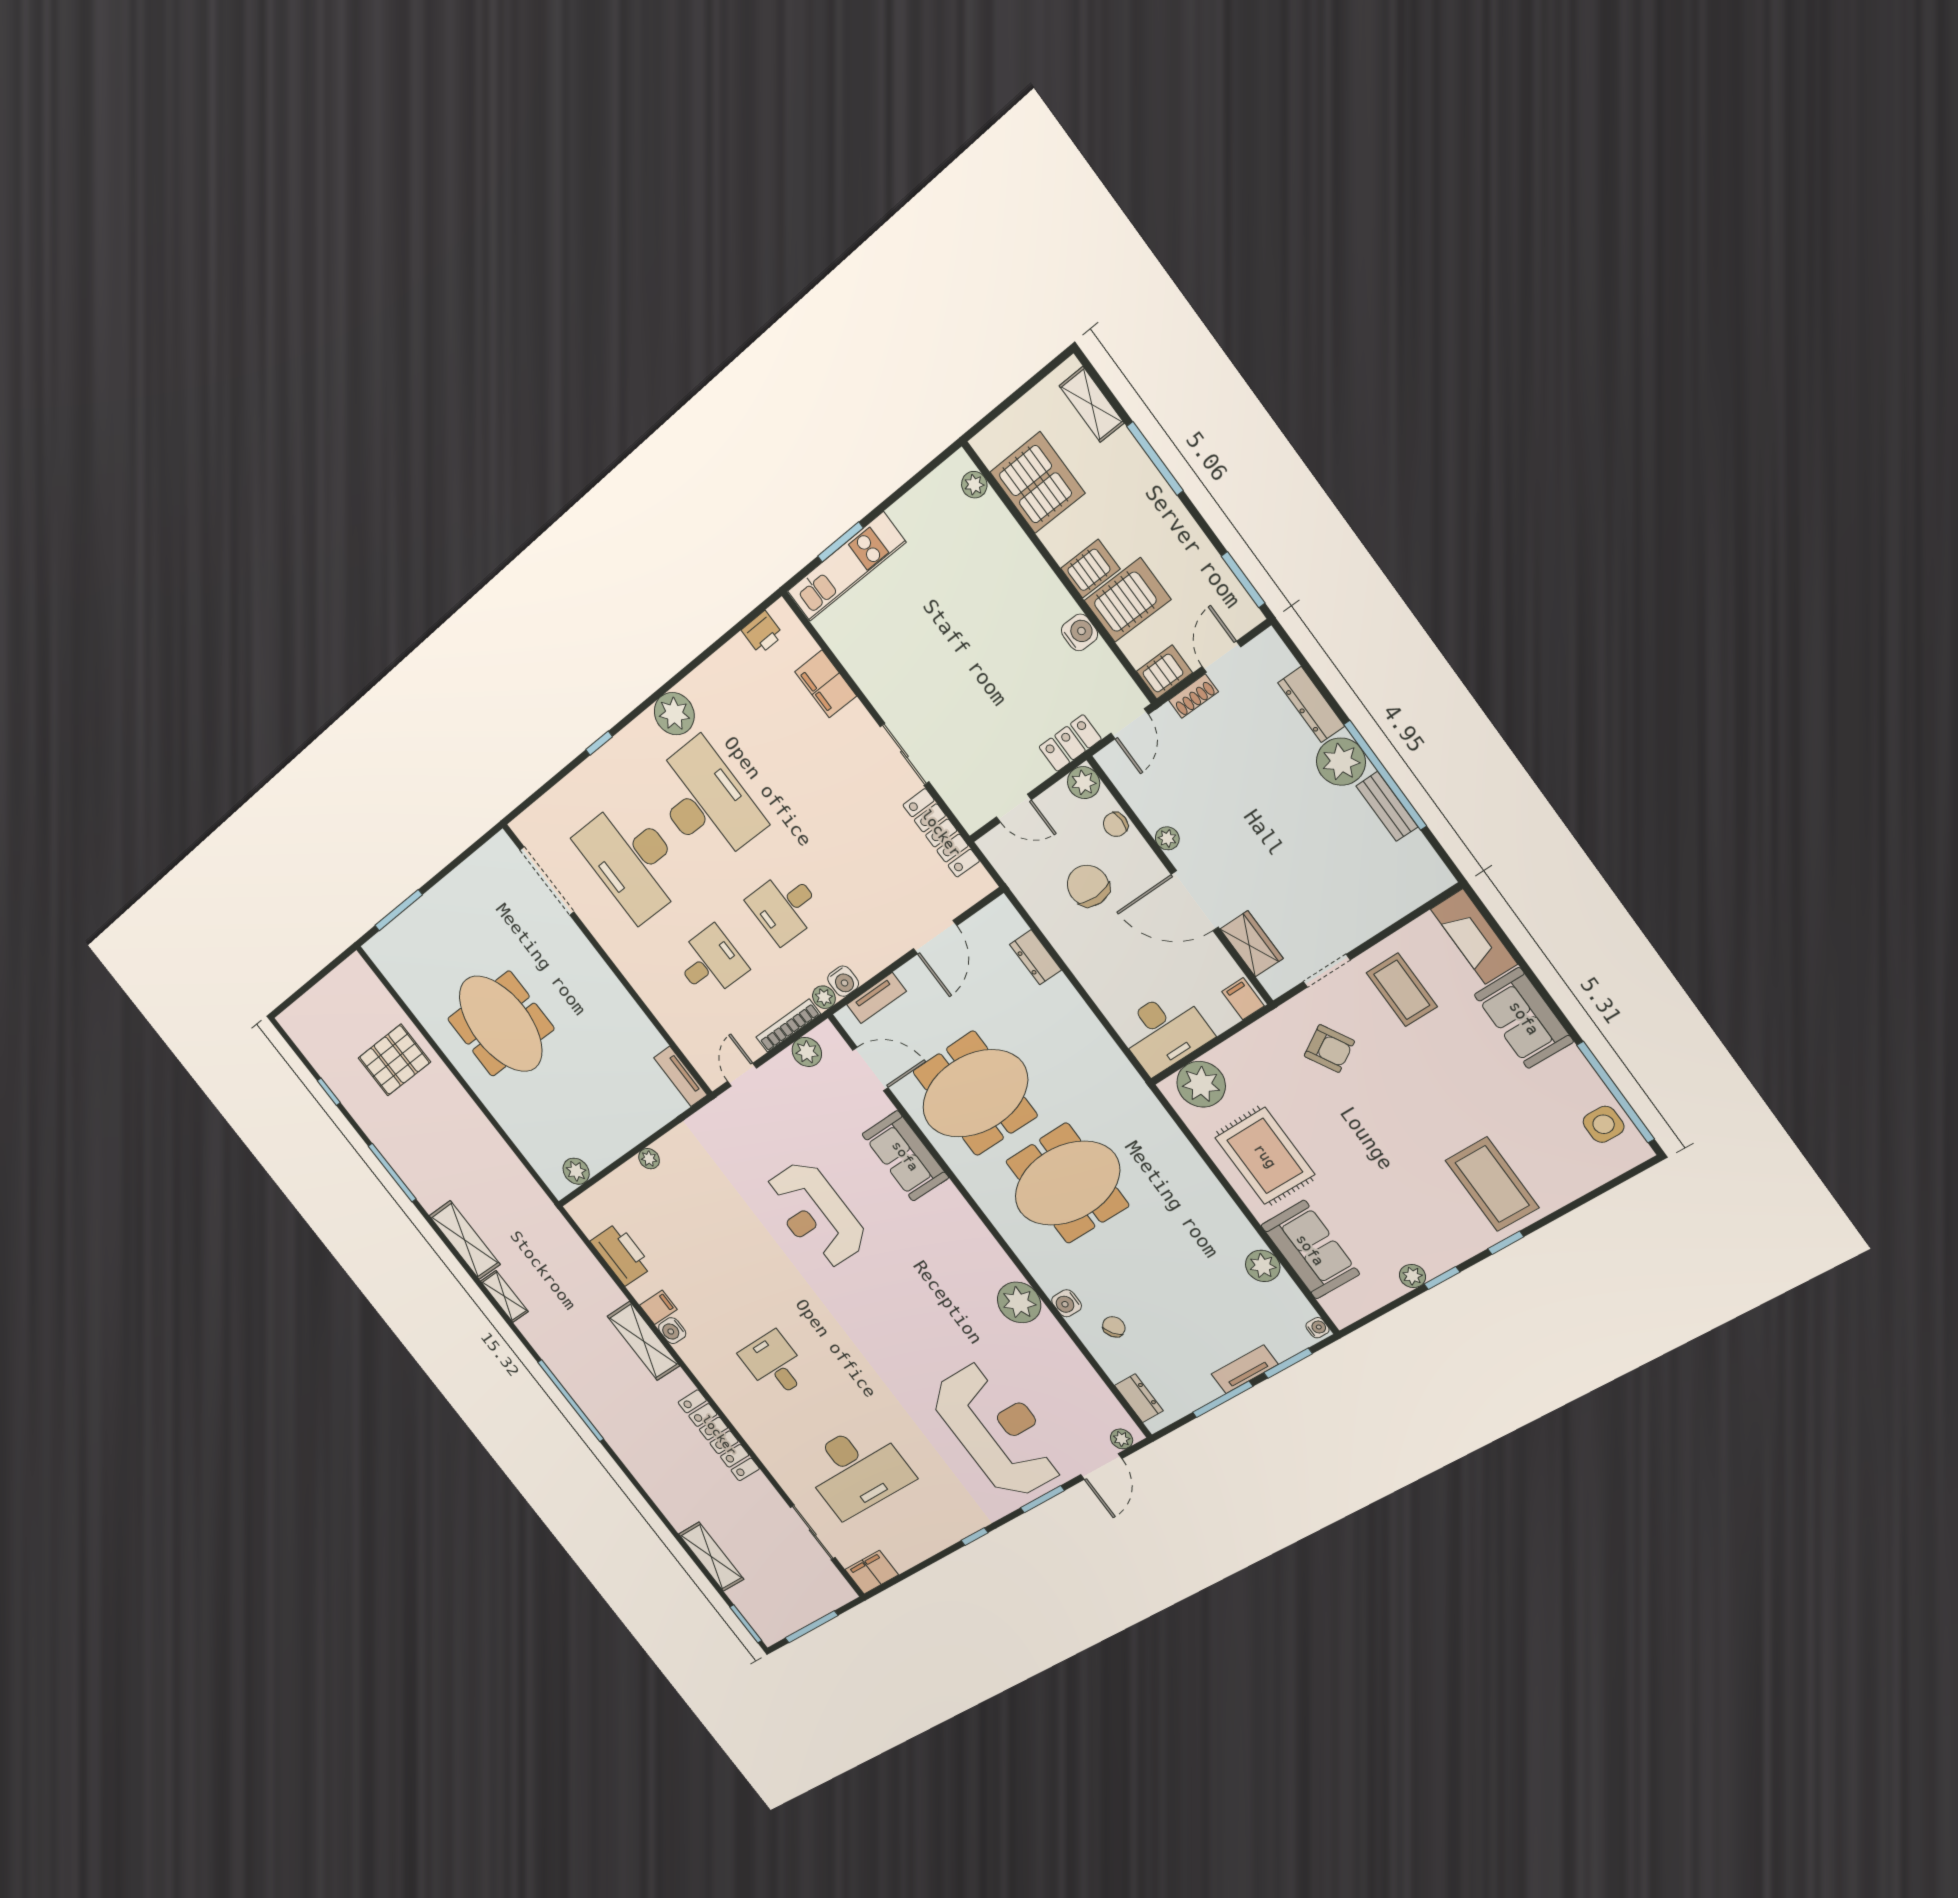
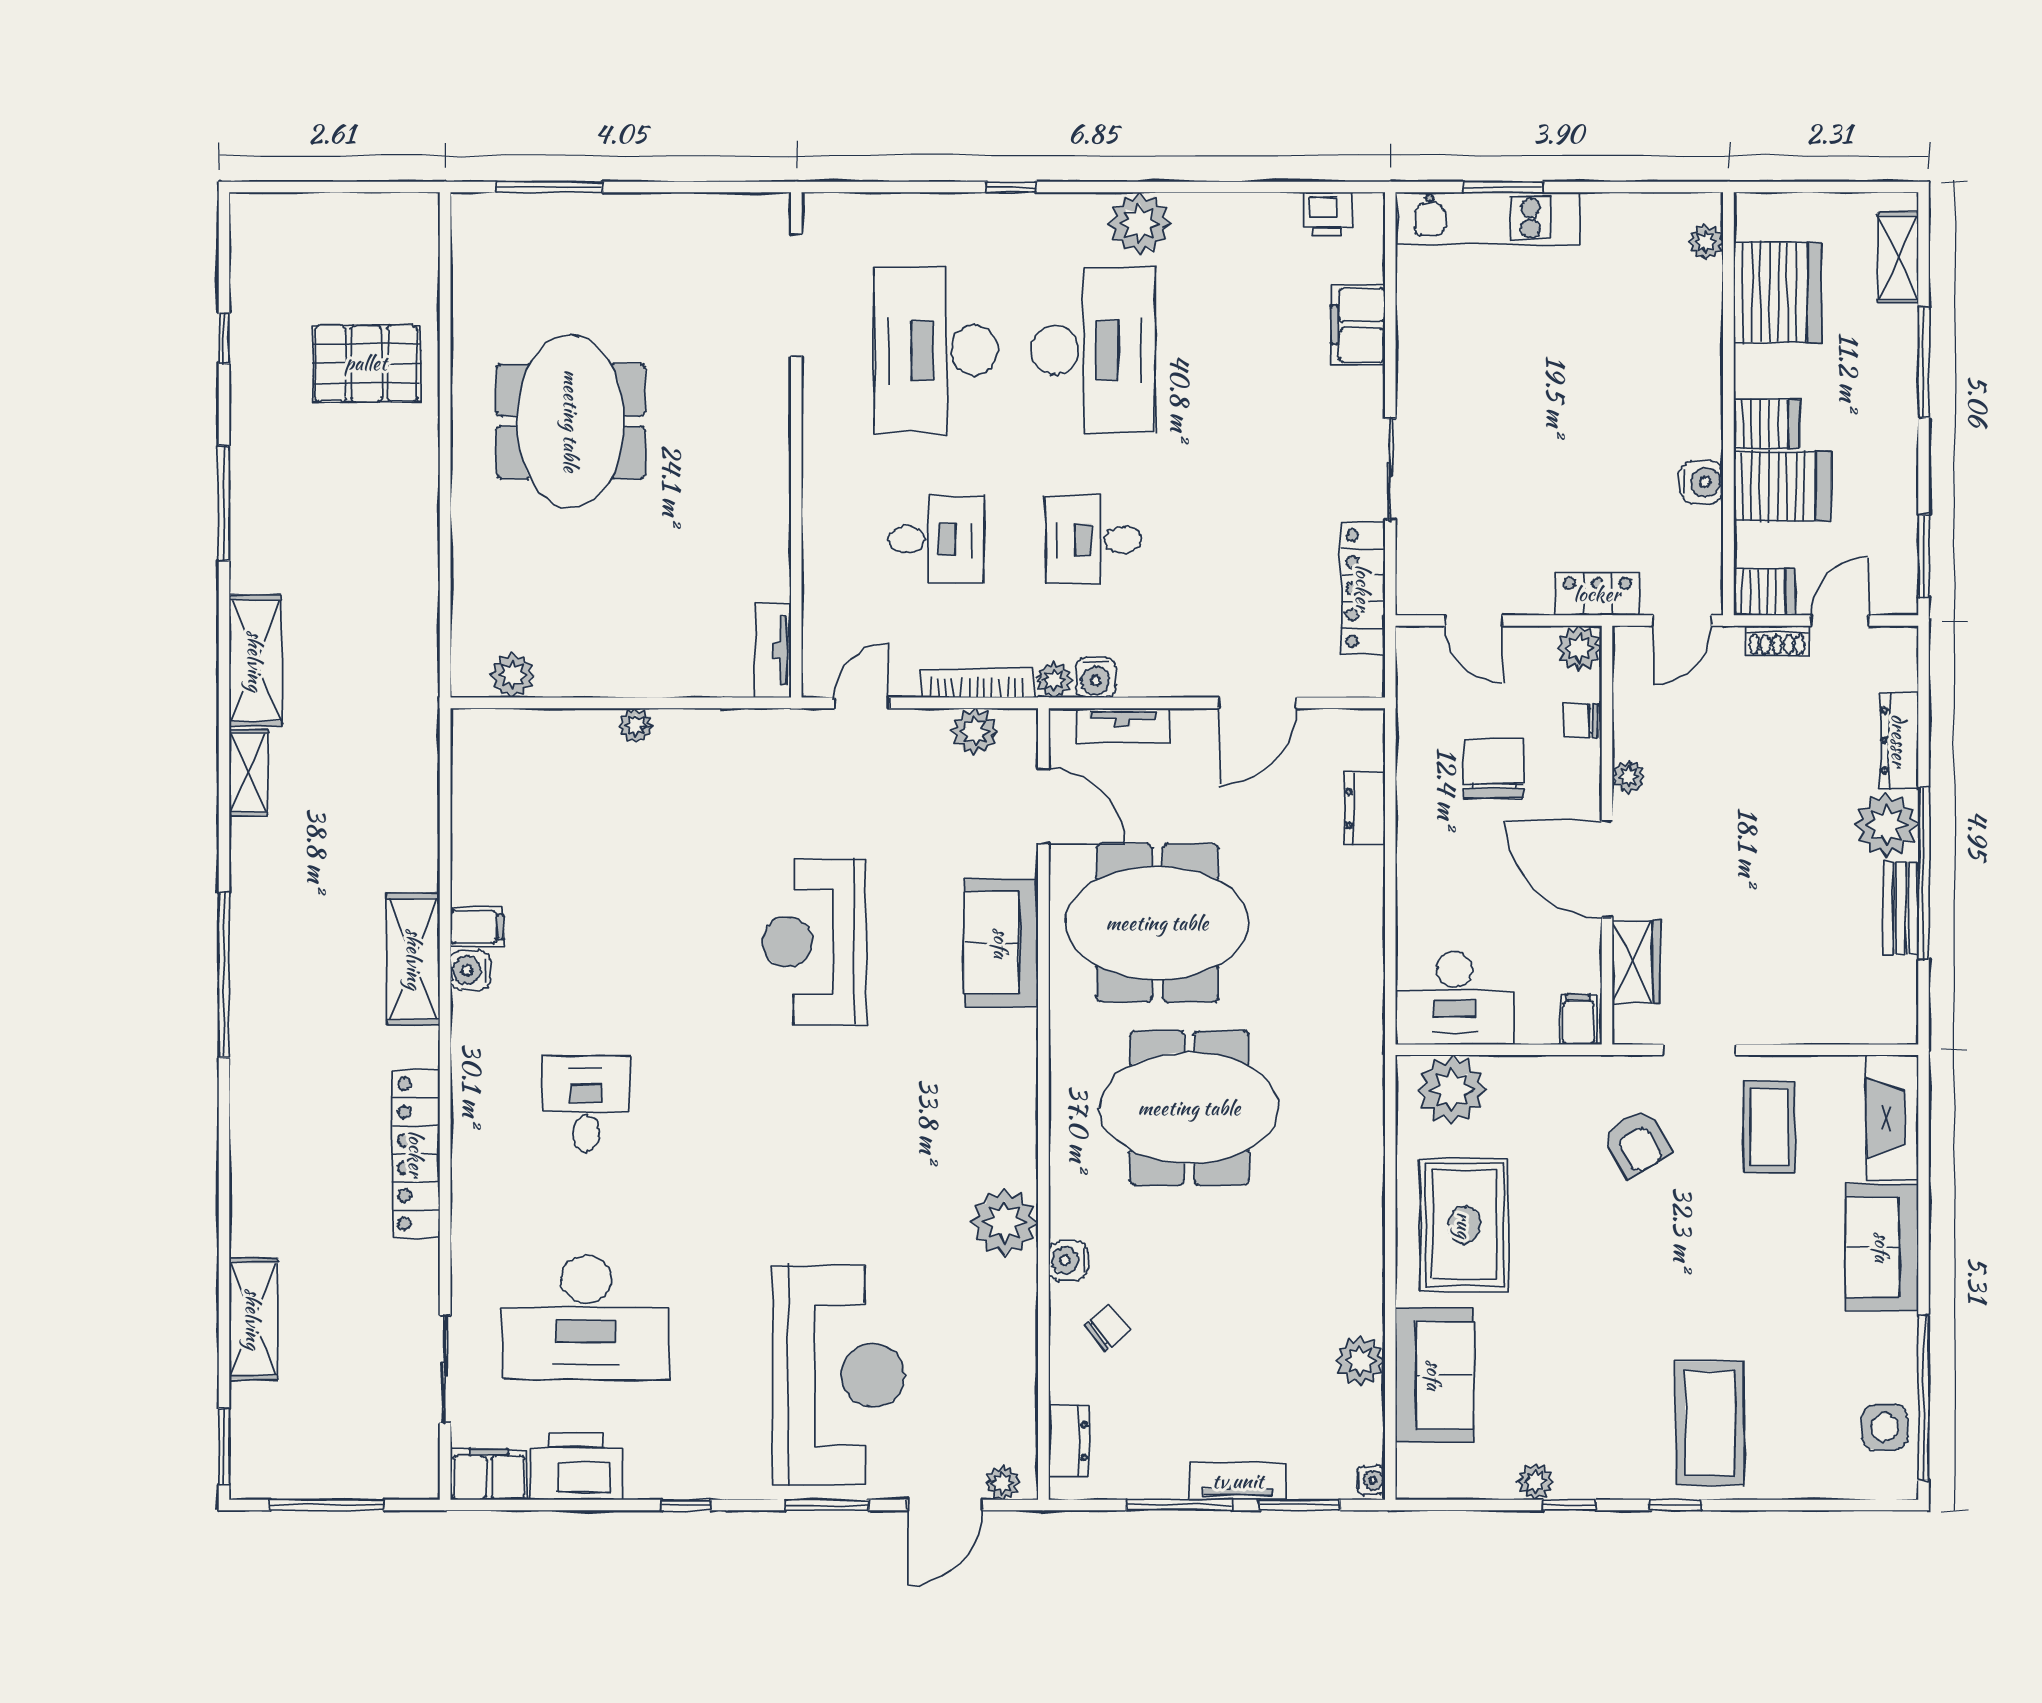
printer: (621, 1254) -> (576, 1467), moved, turned -90

